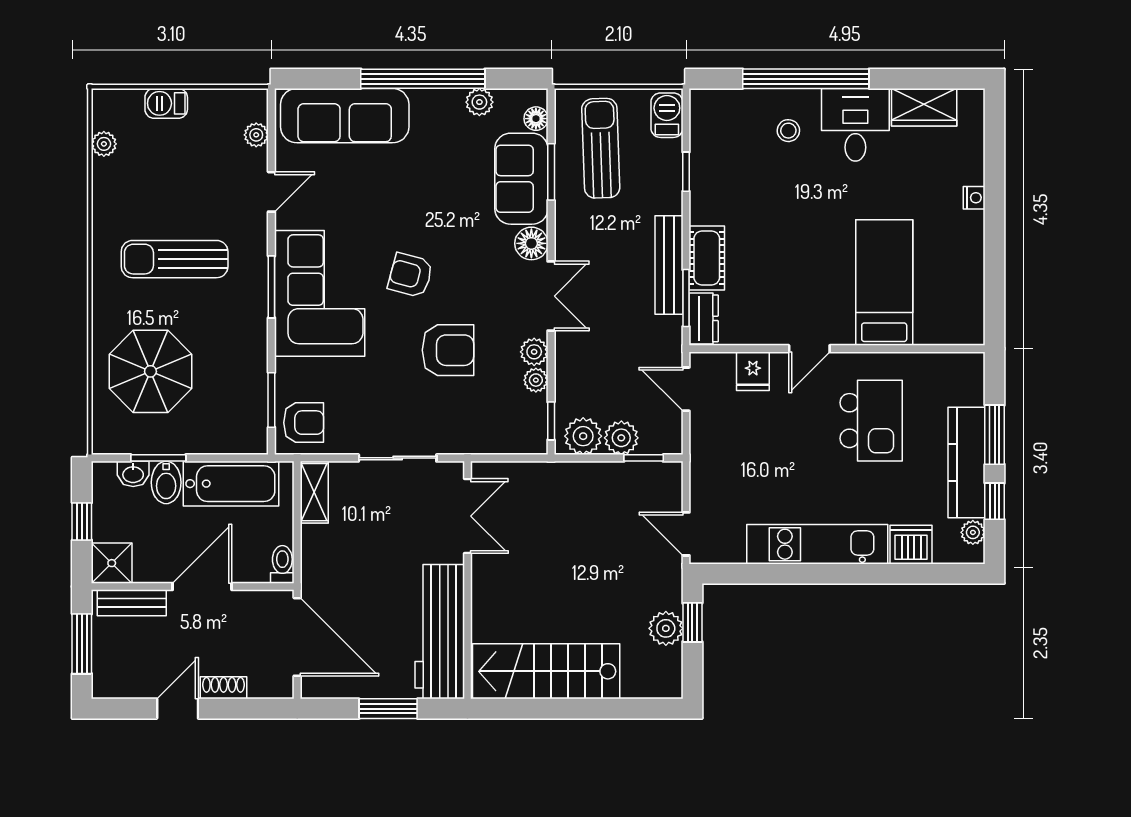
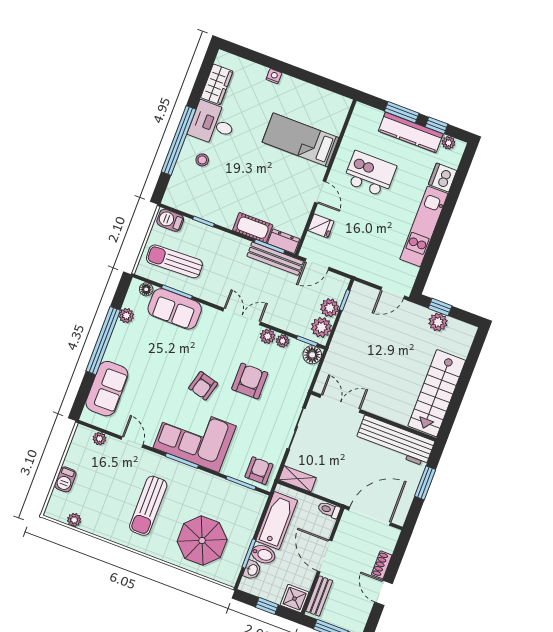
sofa: (345, 116) -> (107, 389), width x0.73
floor lamp: (531, 243) -> (312, 355), moved
bench: (669, 265) -> (275, 259), moved

